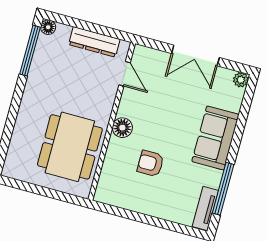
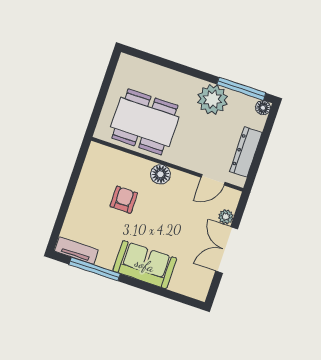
plant: (43, 79) -> (213, 99), added
plant: (241, 80) -> (226, 217), moved

